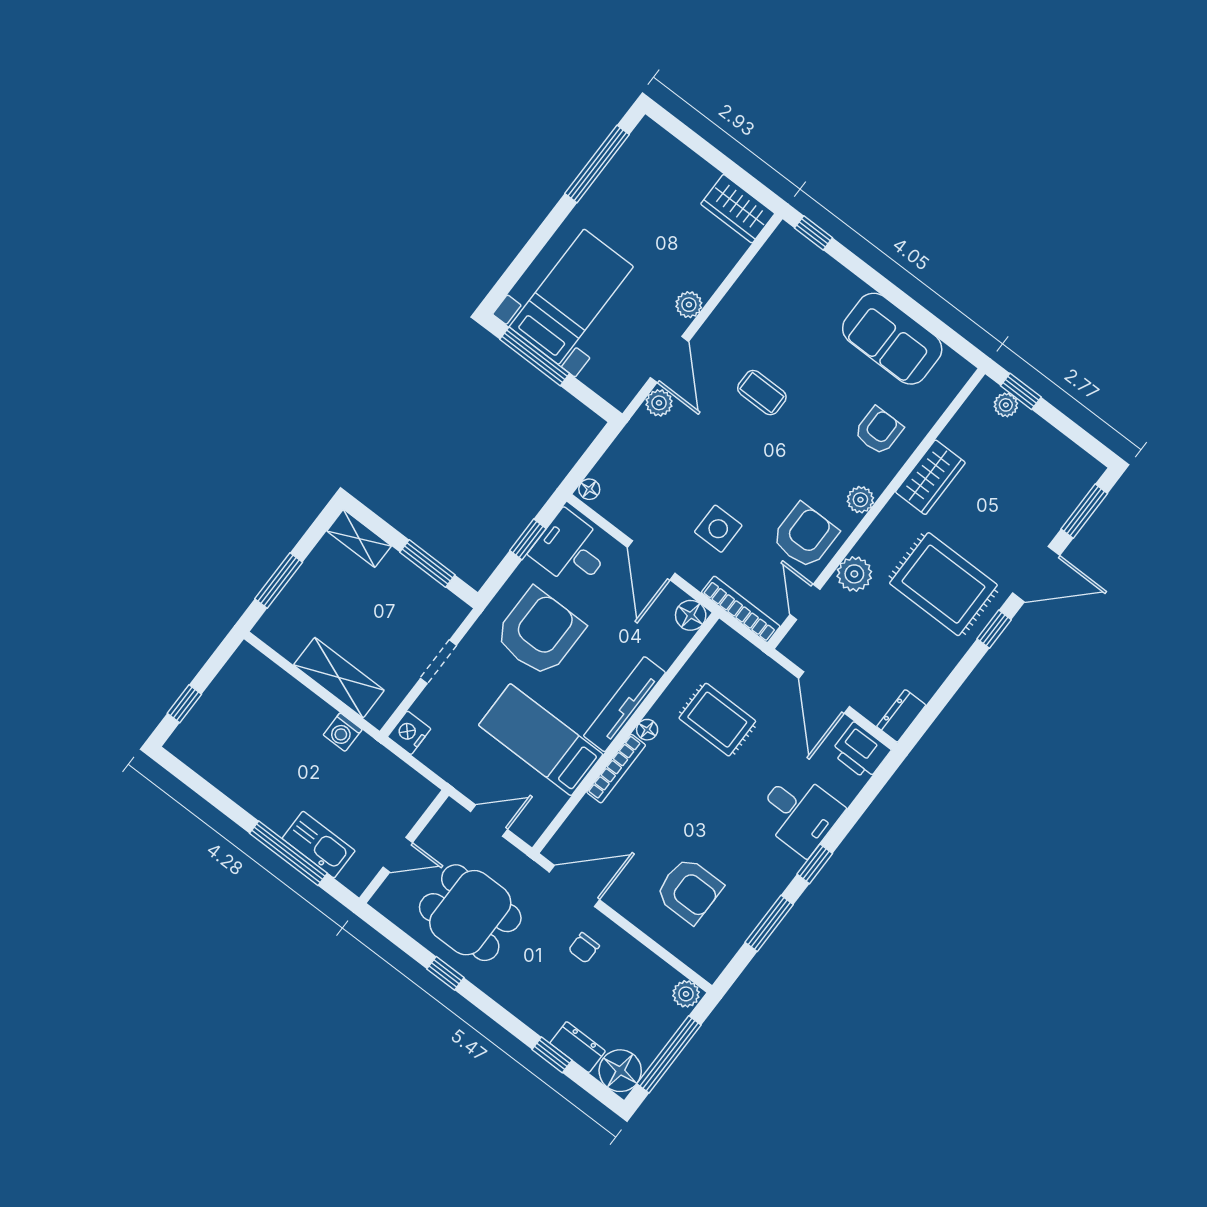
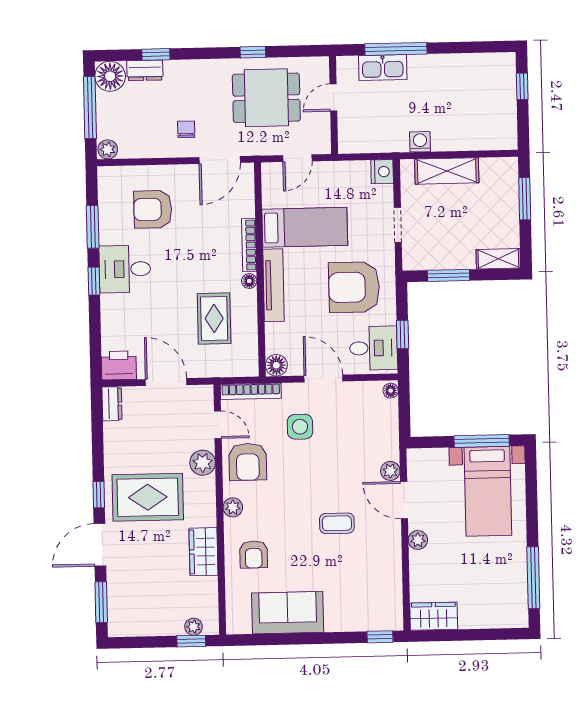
armchair: (539, 632) -> (354, 287), turned 90
rug: (717, 720) -> (214, 318), turned 90
desk: (799, 813) -> (125, 269), moved

